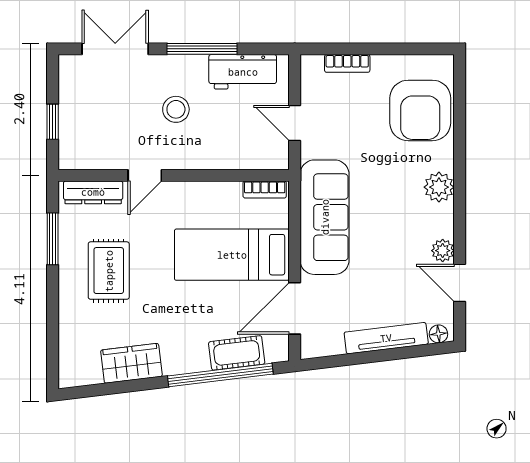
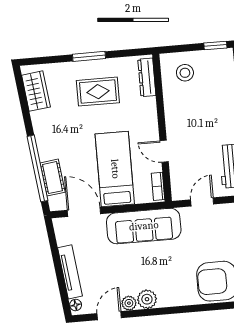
stool: (176, 109) -> (185, 73), moved
window: (53, 122) -> (215, 46), moved
door: (145, 175) -> (164, 151), moved
plant: (439, 187) -> (147, 299), moved
window: (53, 239) -> (89, 56), moved
wardrobe: (131, 363) -> (36, 91), moved

